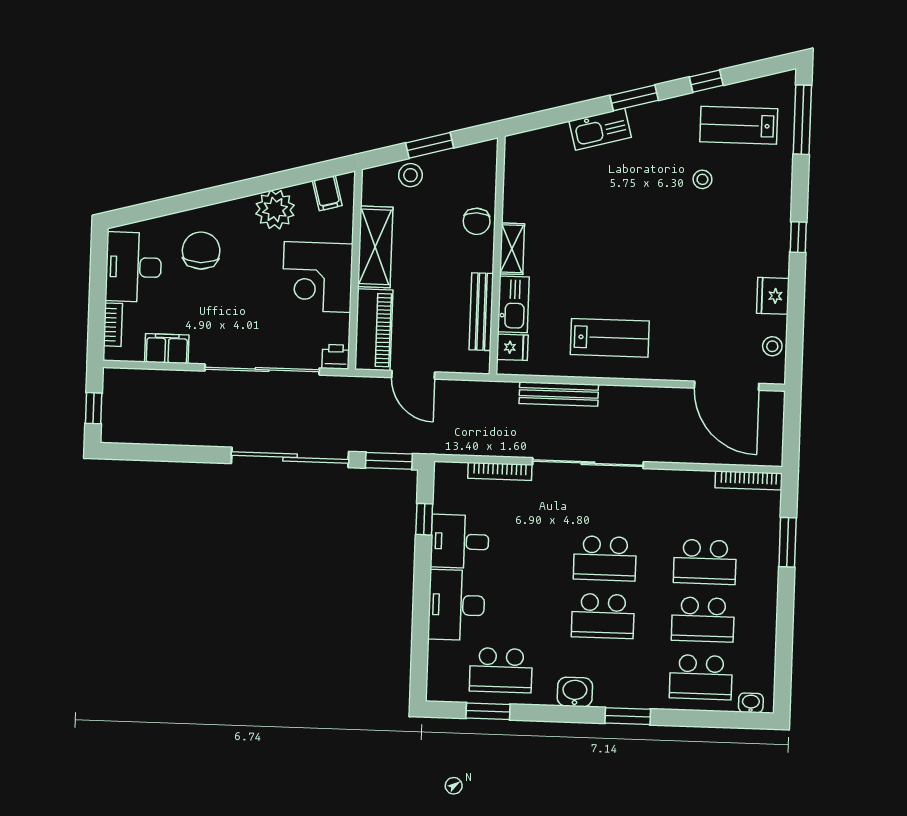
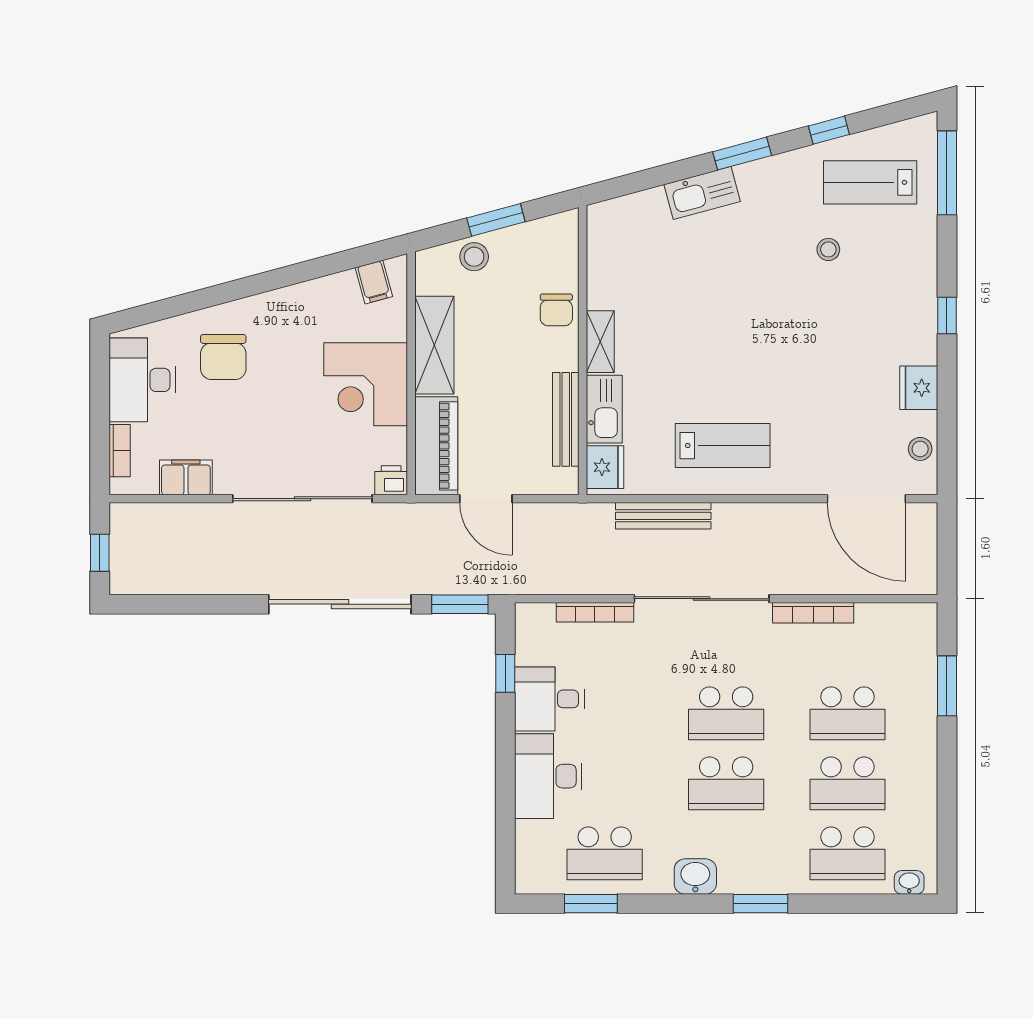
plant: (275, 209) -> (311, 304), removed
chair: (201, 251) -> (223, 357), turned 180
fridge: (512, 347) -> (605, 467), width x1.38
bookcase: (749, 480) -> (813, 613), moved

